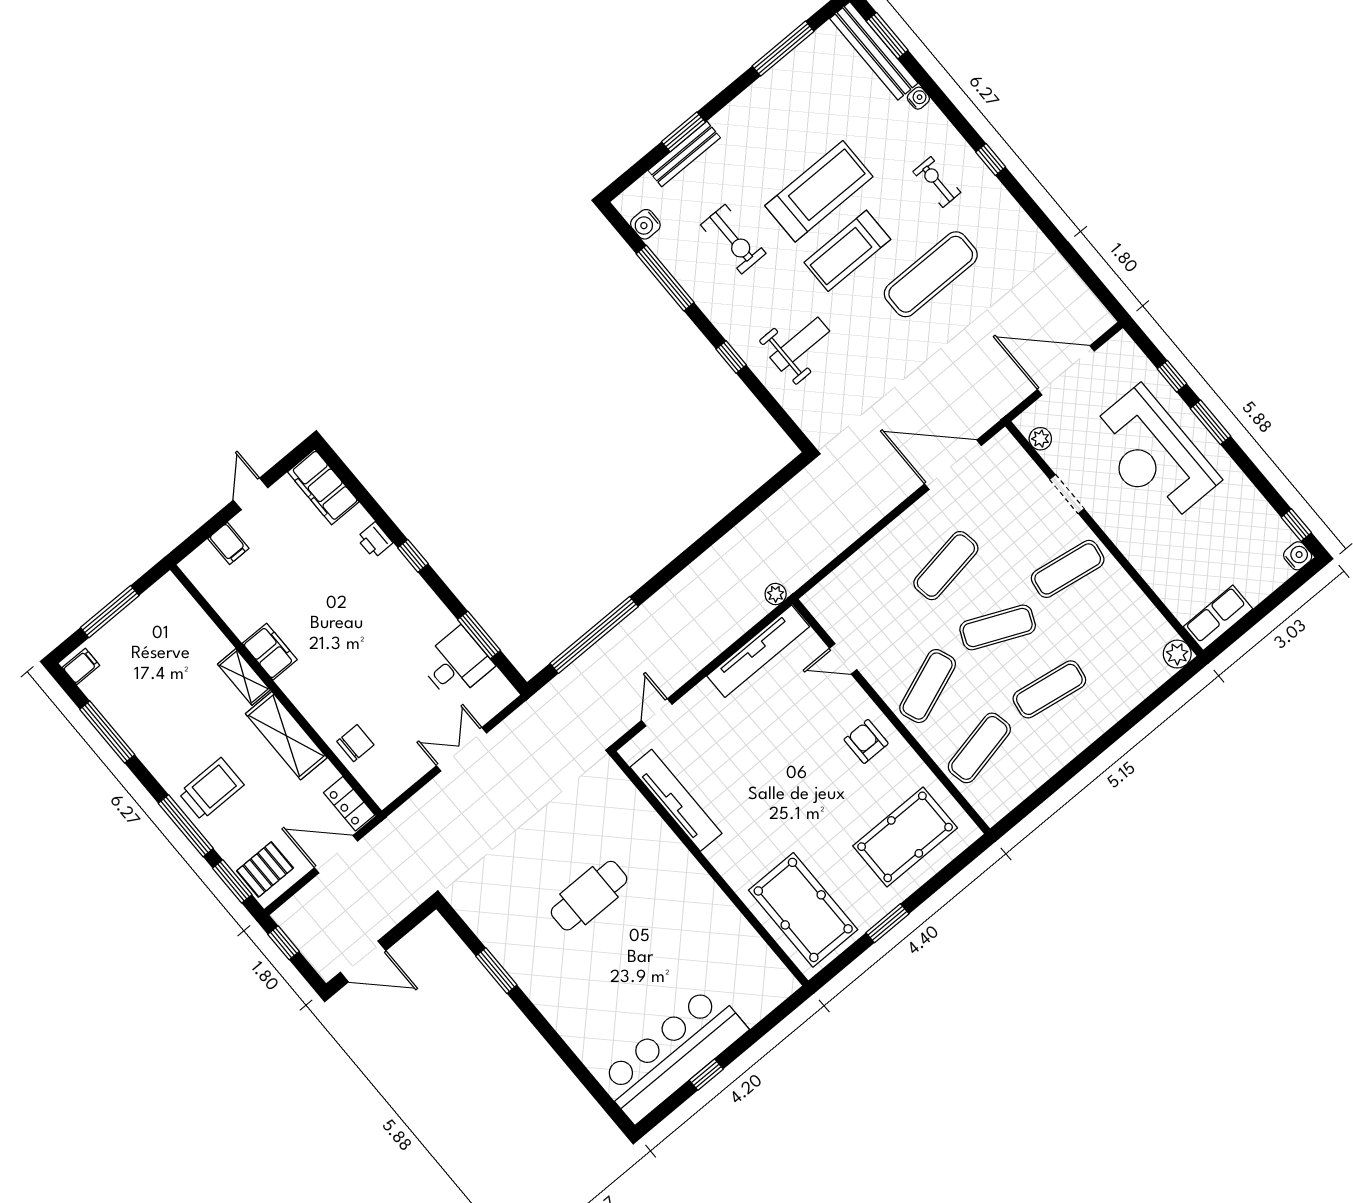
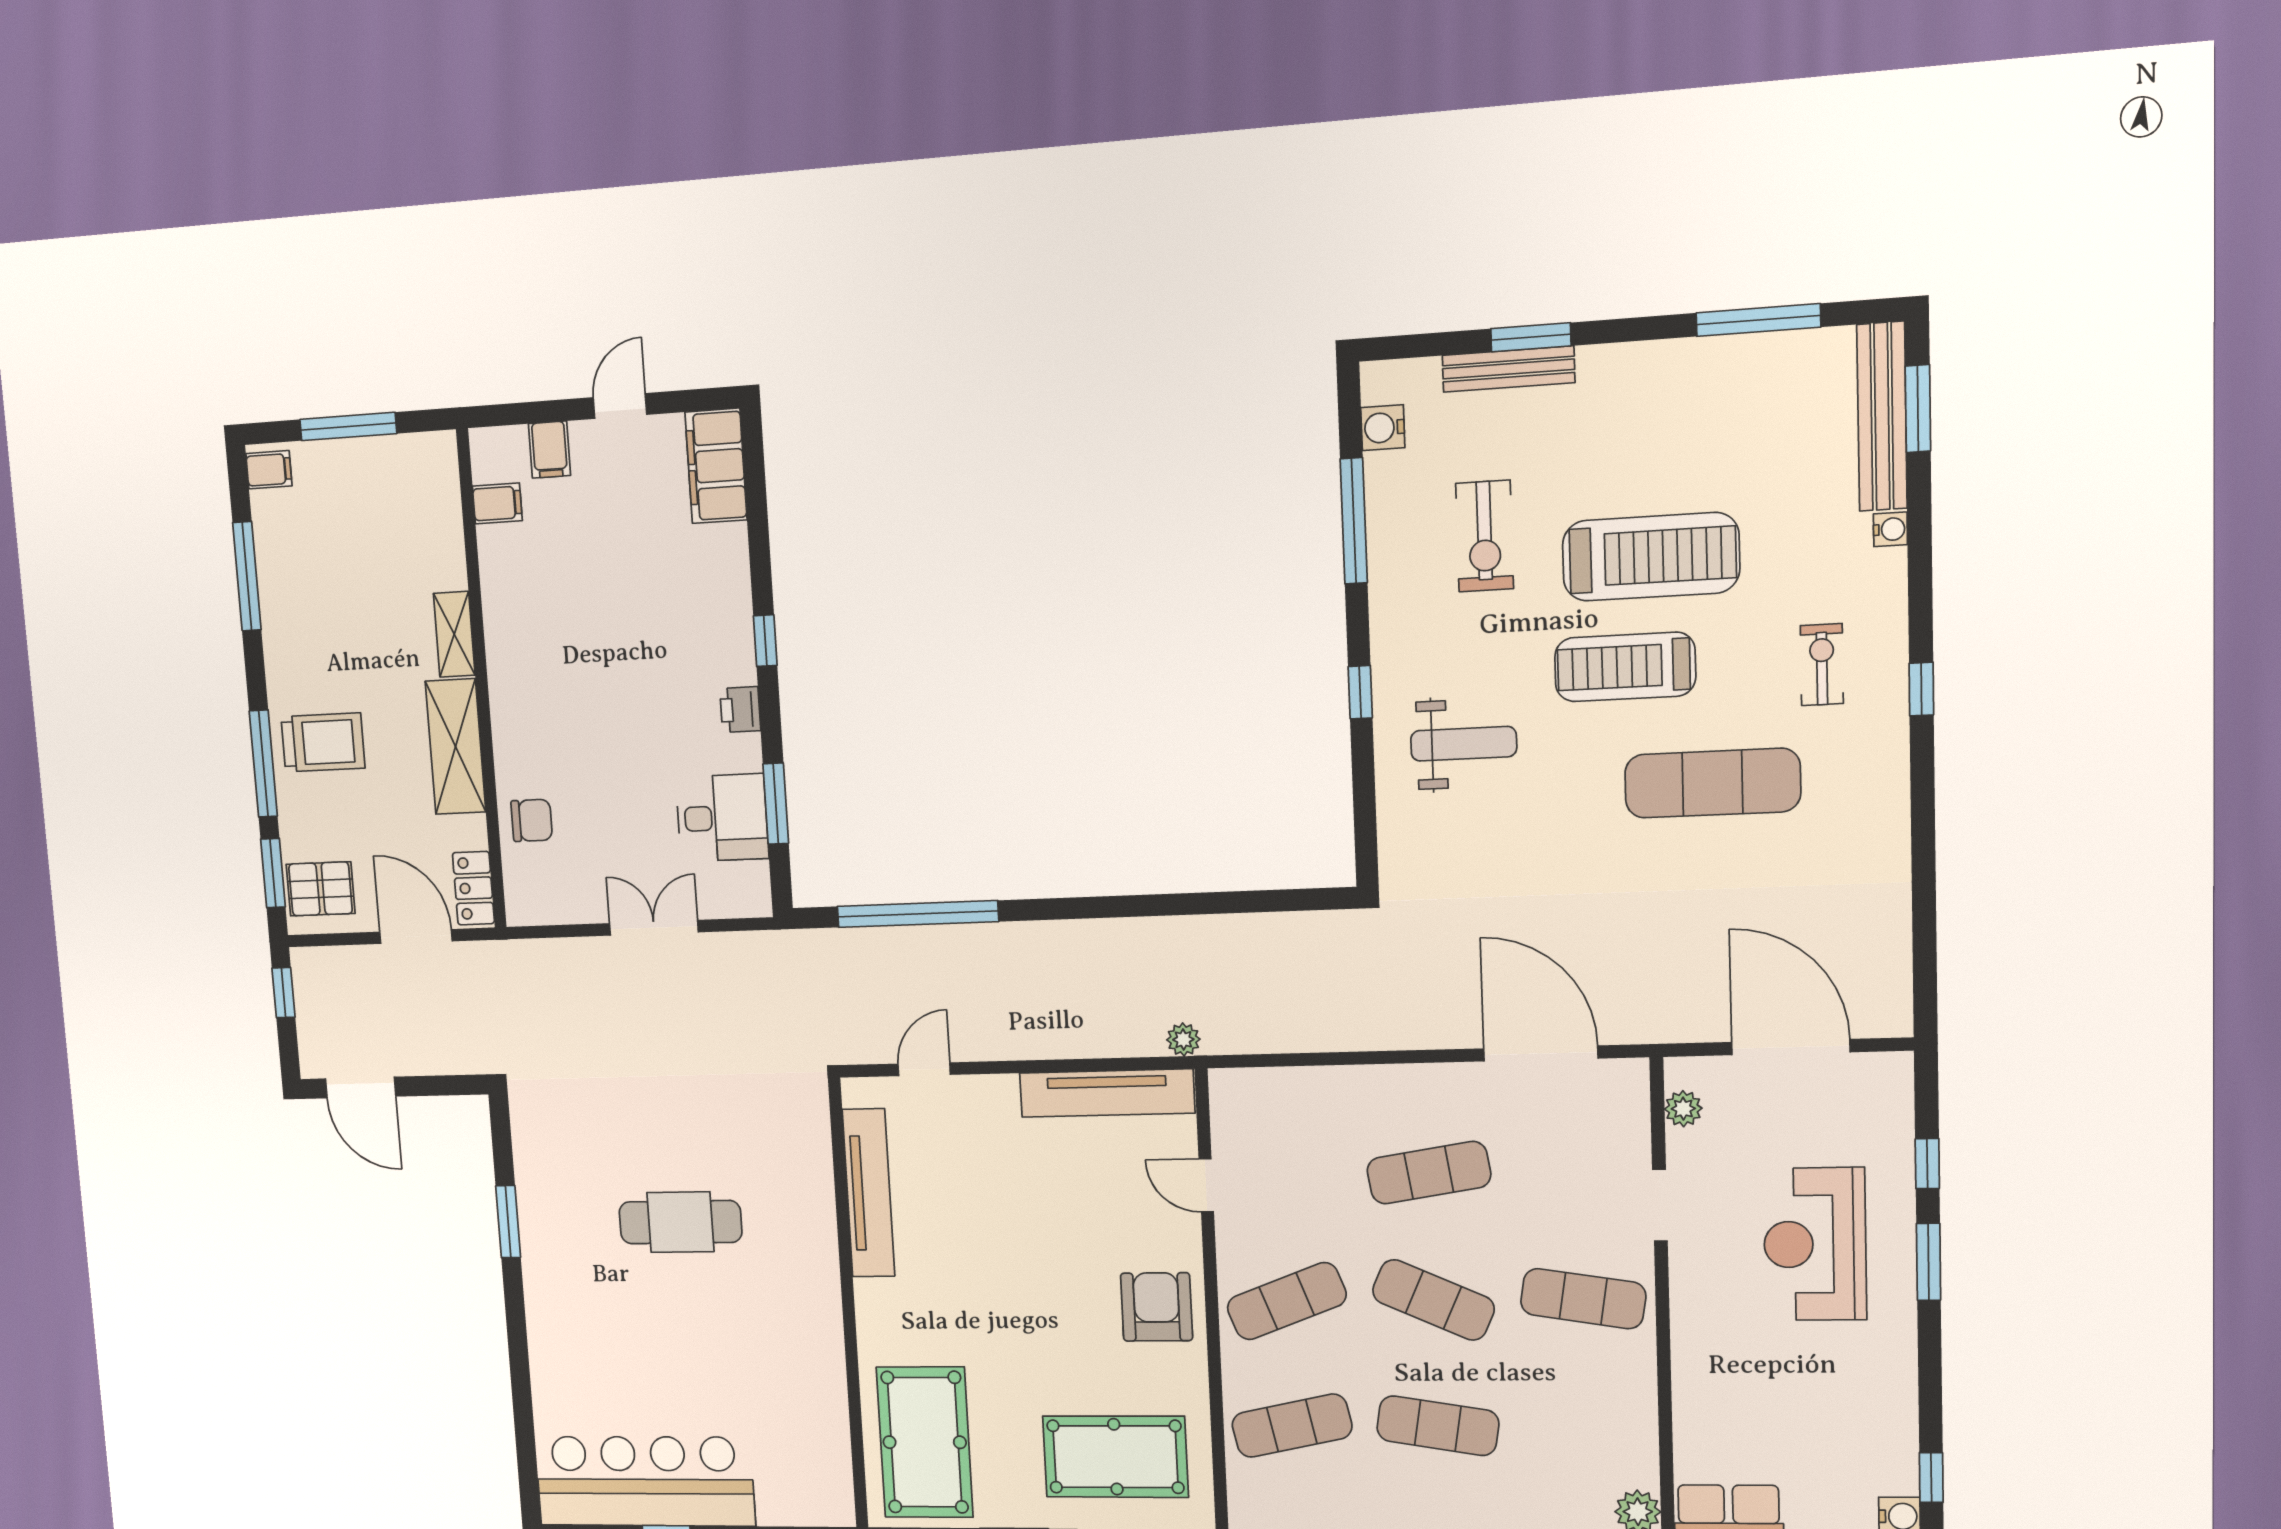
reception desk: (1153, 455) -> (1815, 1244), width x0.74, depth x0.77
printer: (375, 540) -> (740, 710), moved
filing cabinet: (270, 652) -> (497, 503), moved, width x0.50
armchair: (866, 741) -> (1157, 1307), width x1.38, depth x1.38

